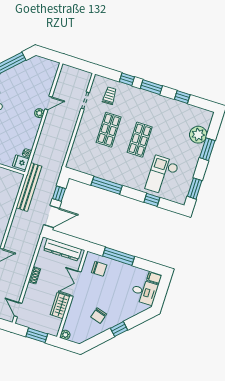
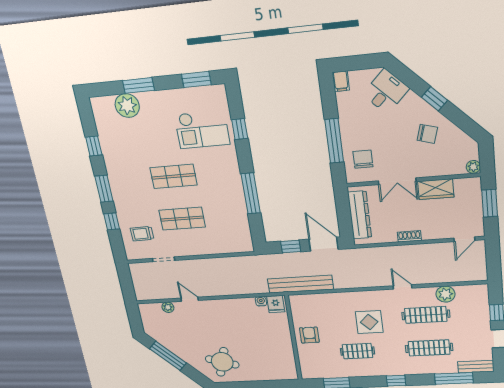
plant: (39, 113) -> (168, 307), moved
desk: (144, 292) -> (386, 92), moved, turned 45

